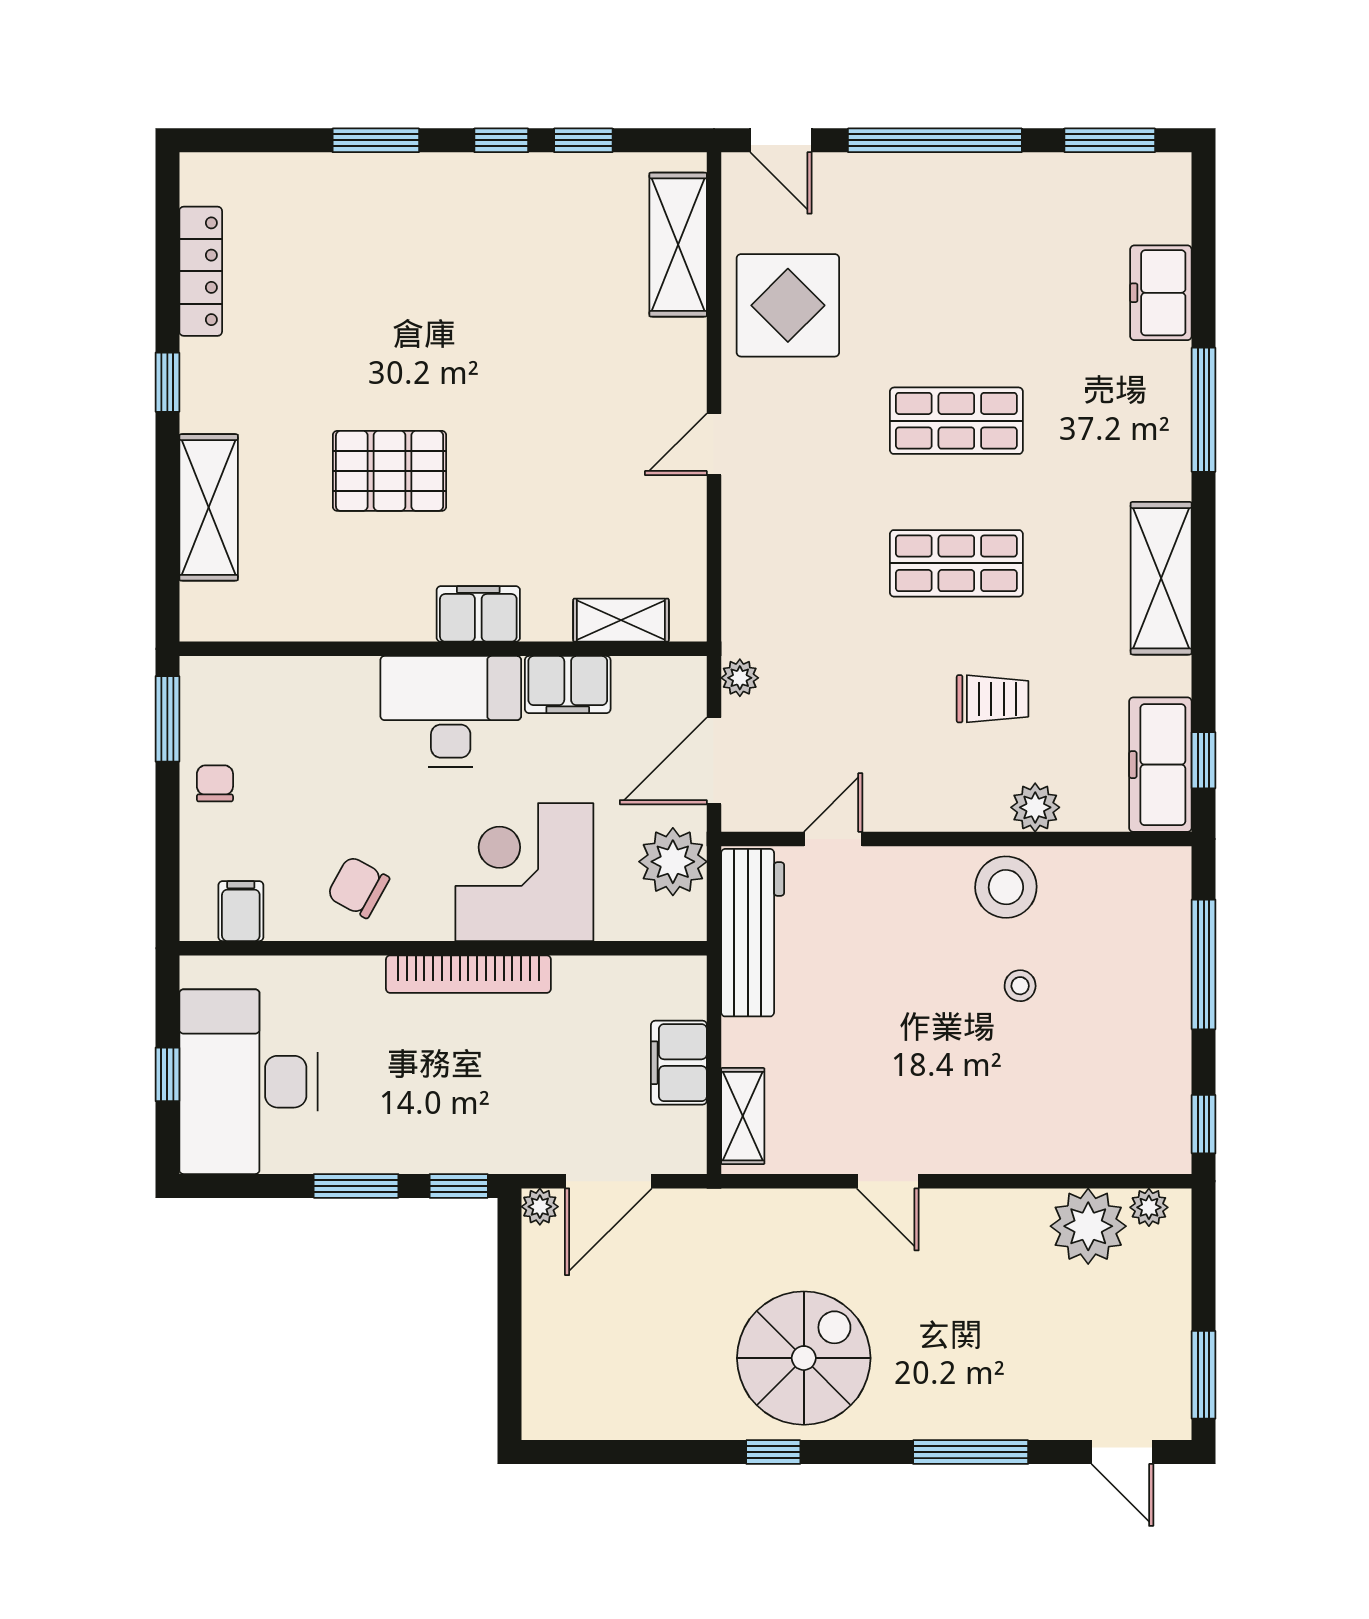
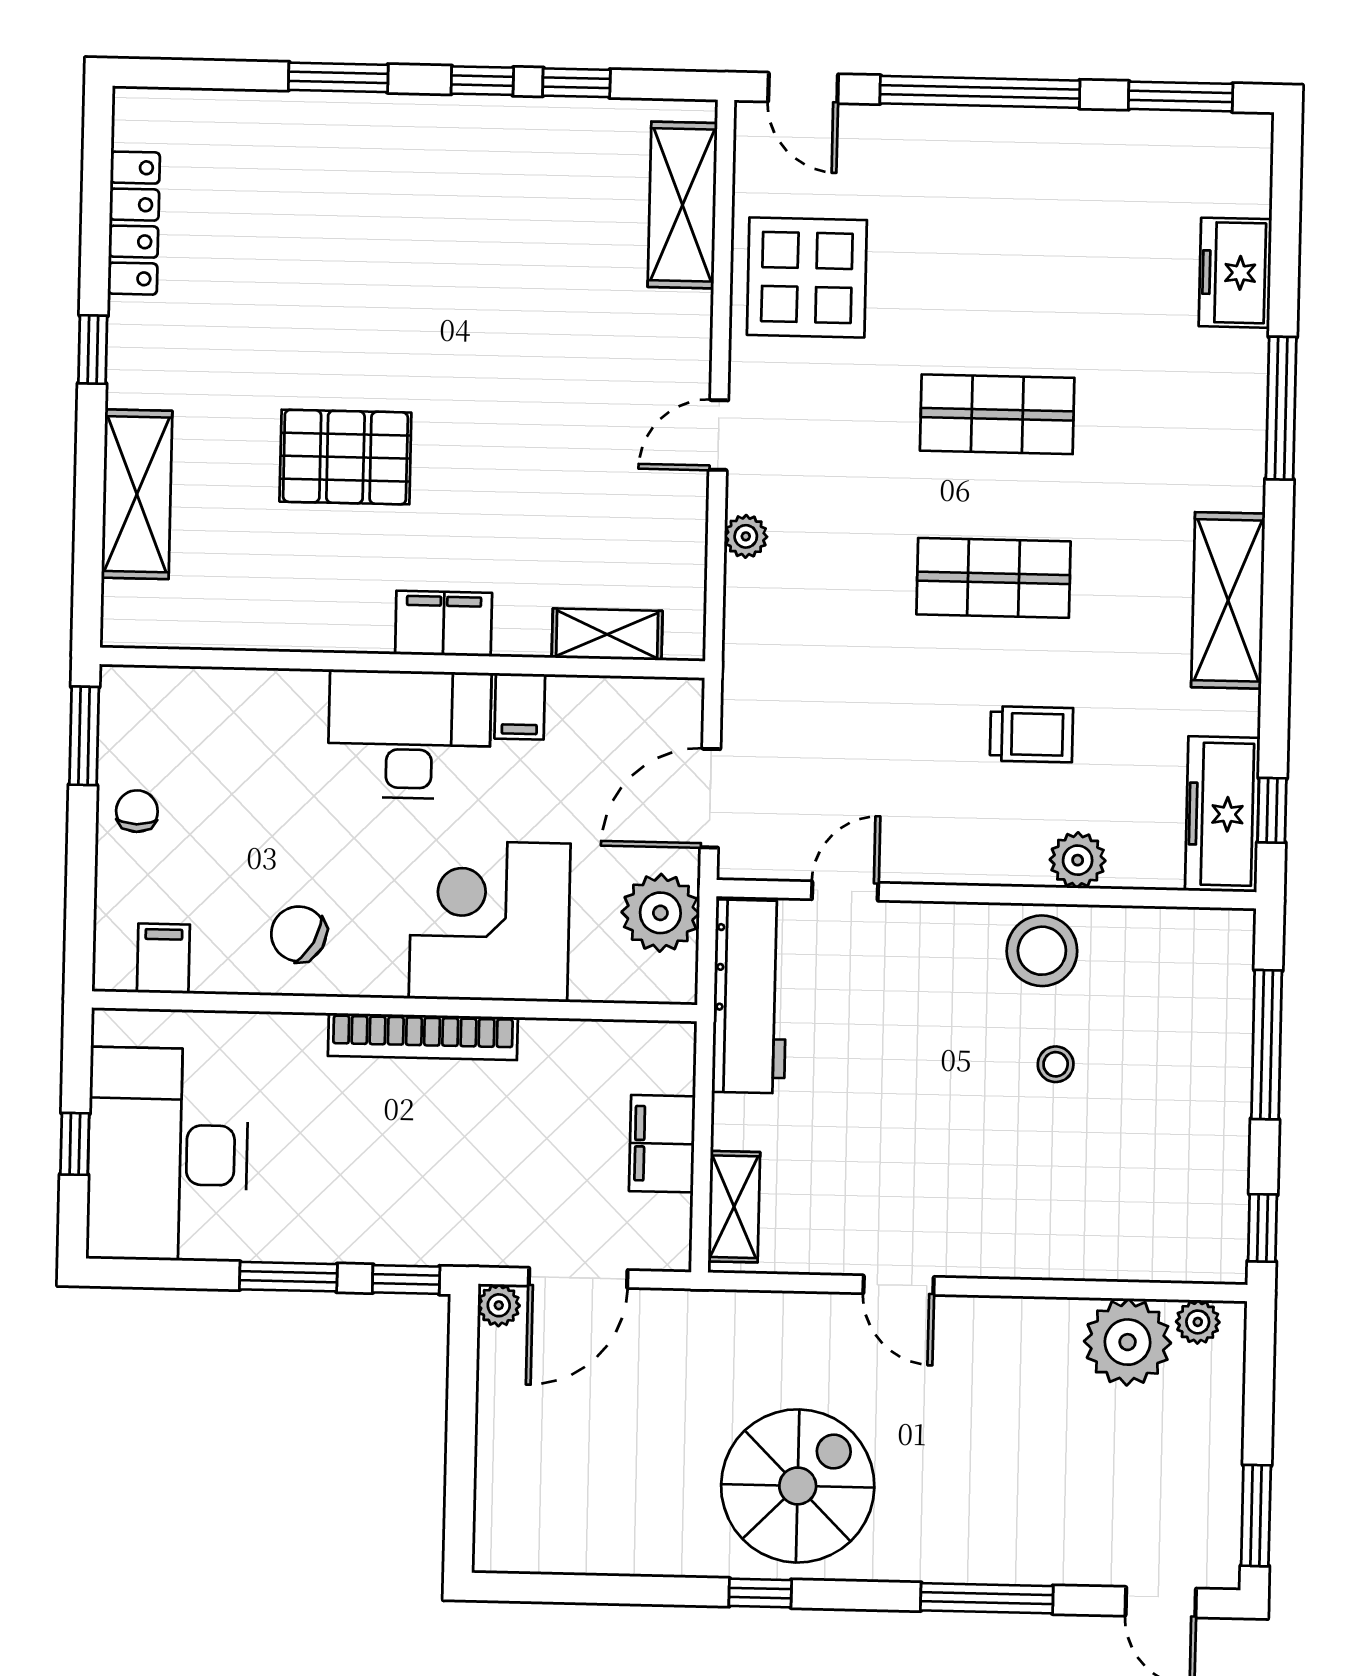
plant: (740, 678) -> (746, 536), moved
filing cabinet: (568, 685) -> (520, 706), width x0.50

